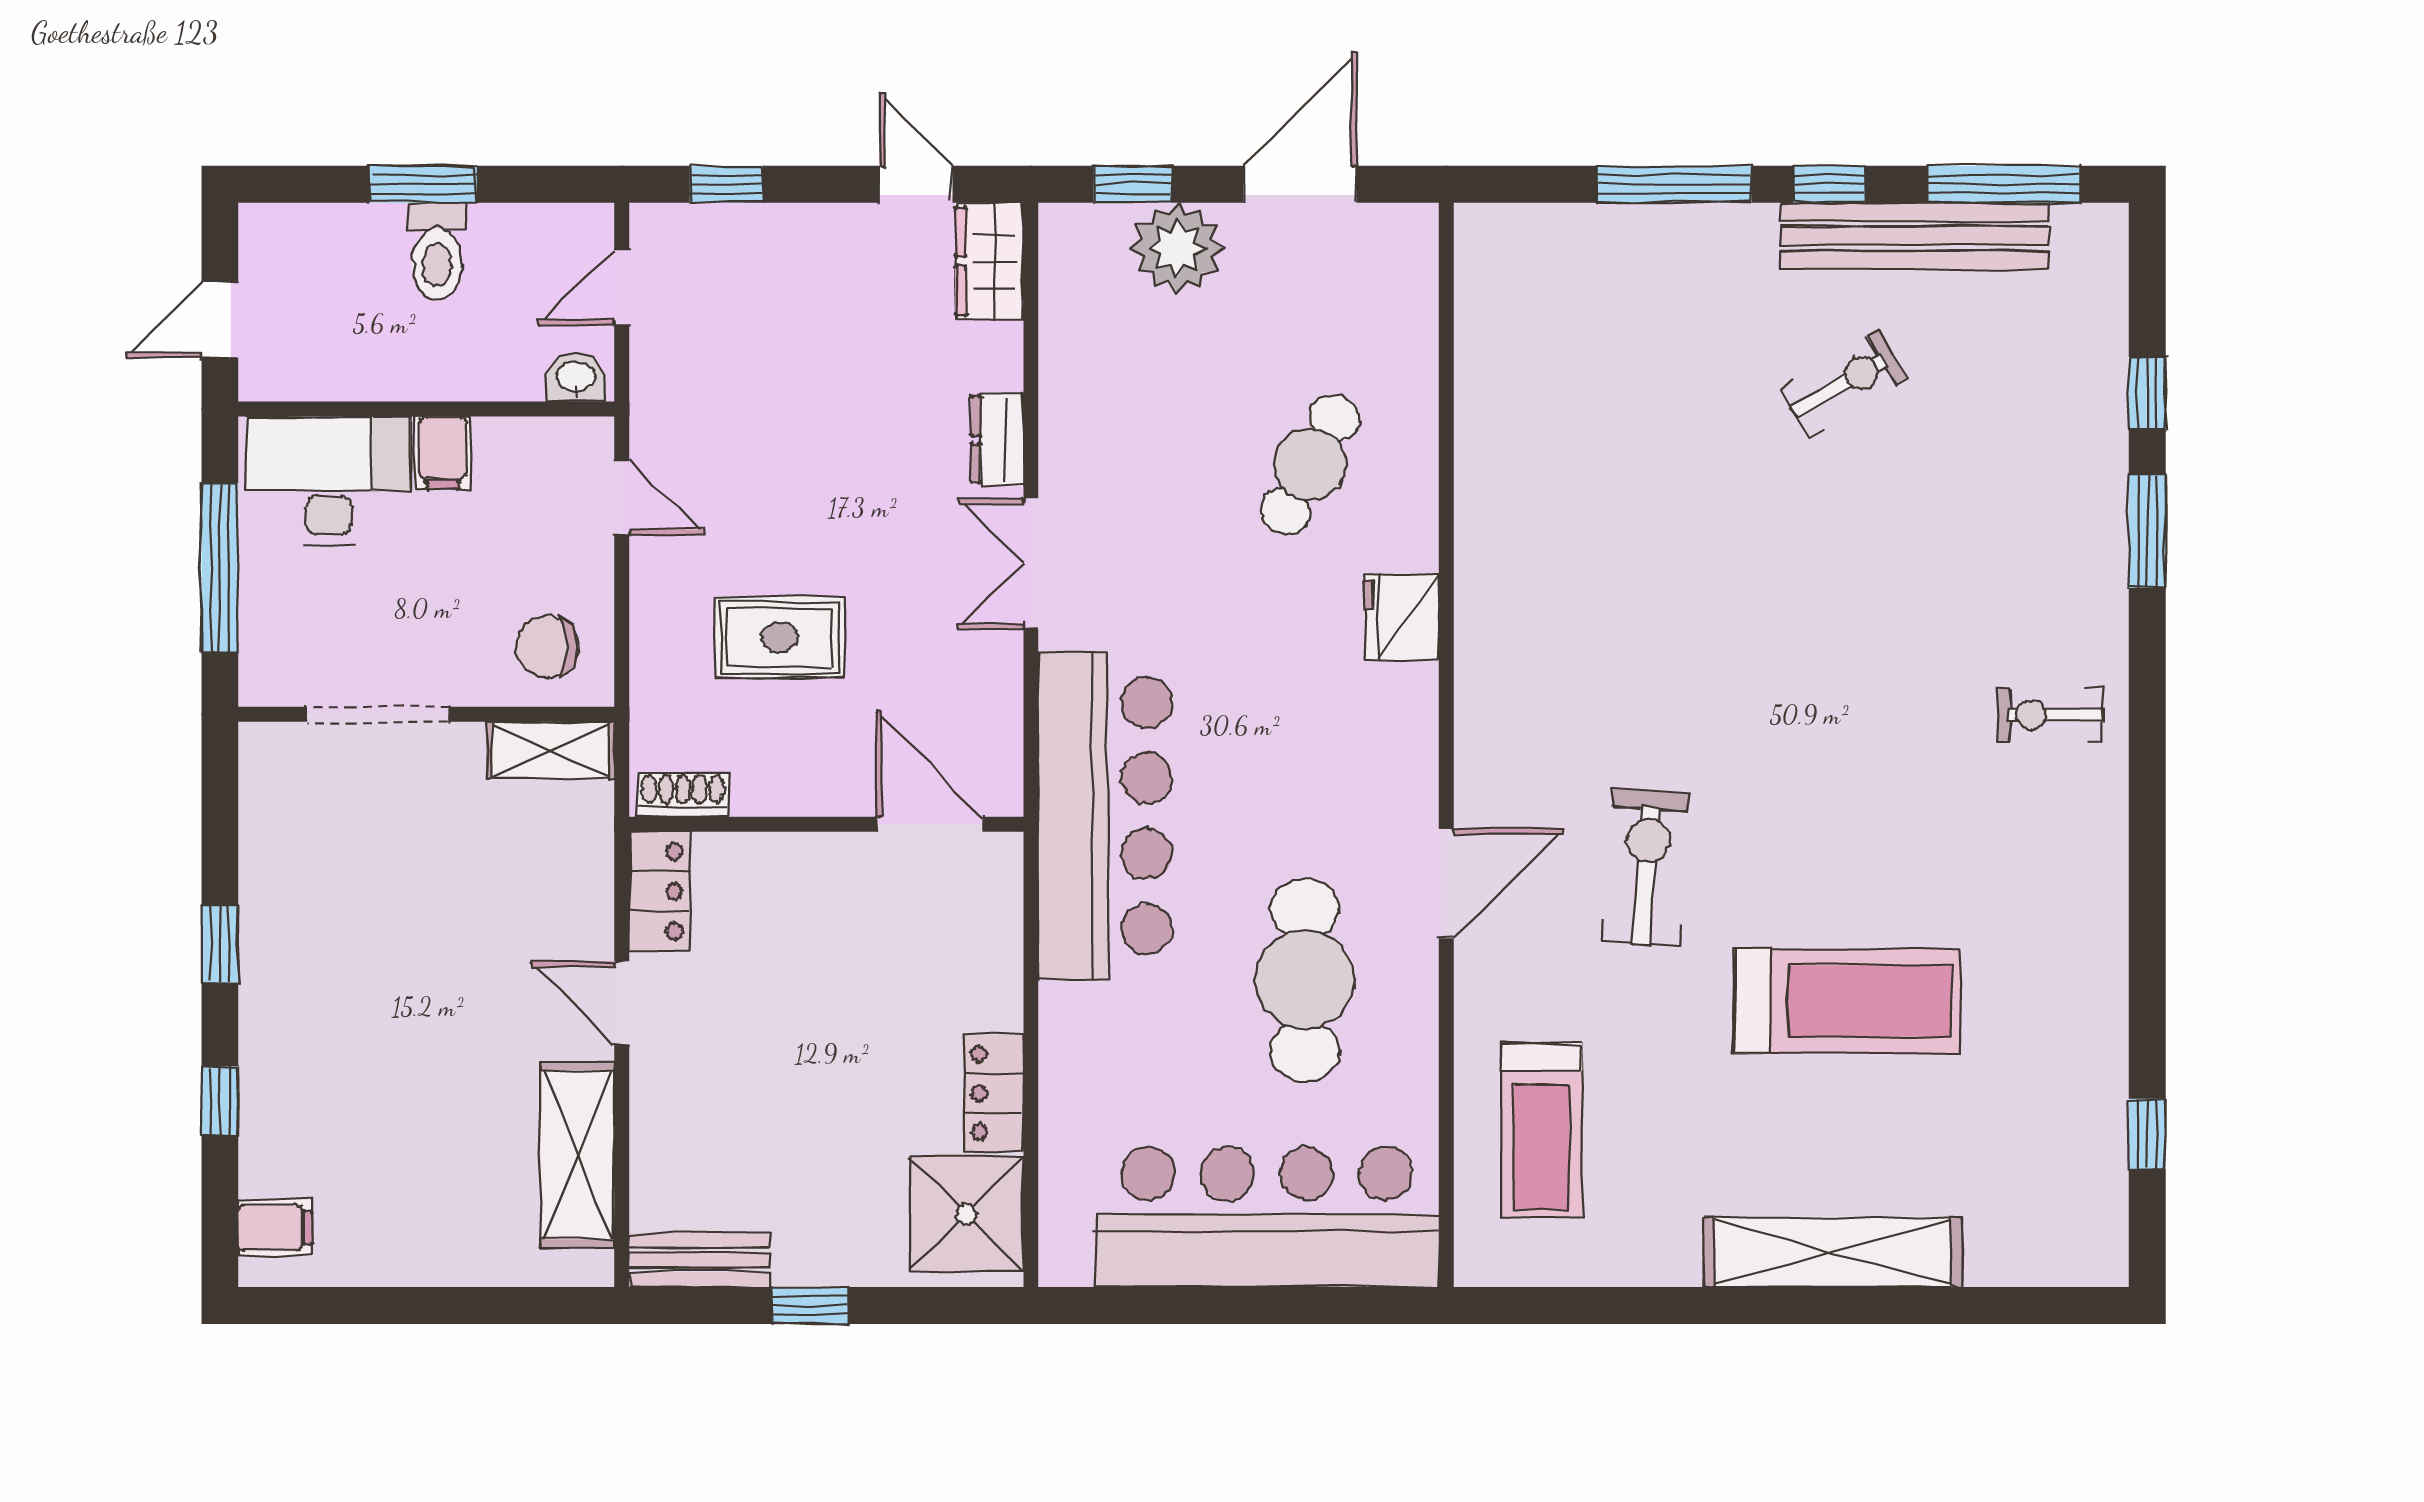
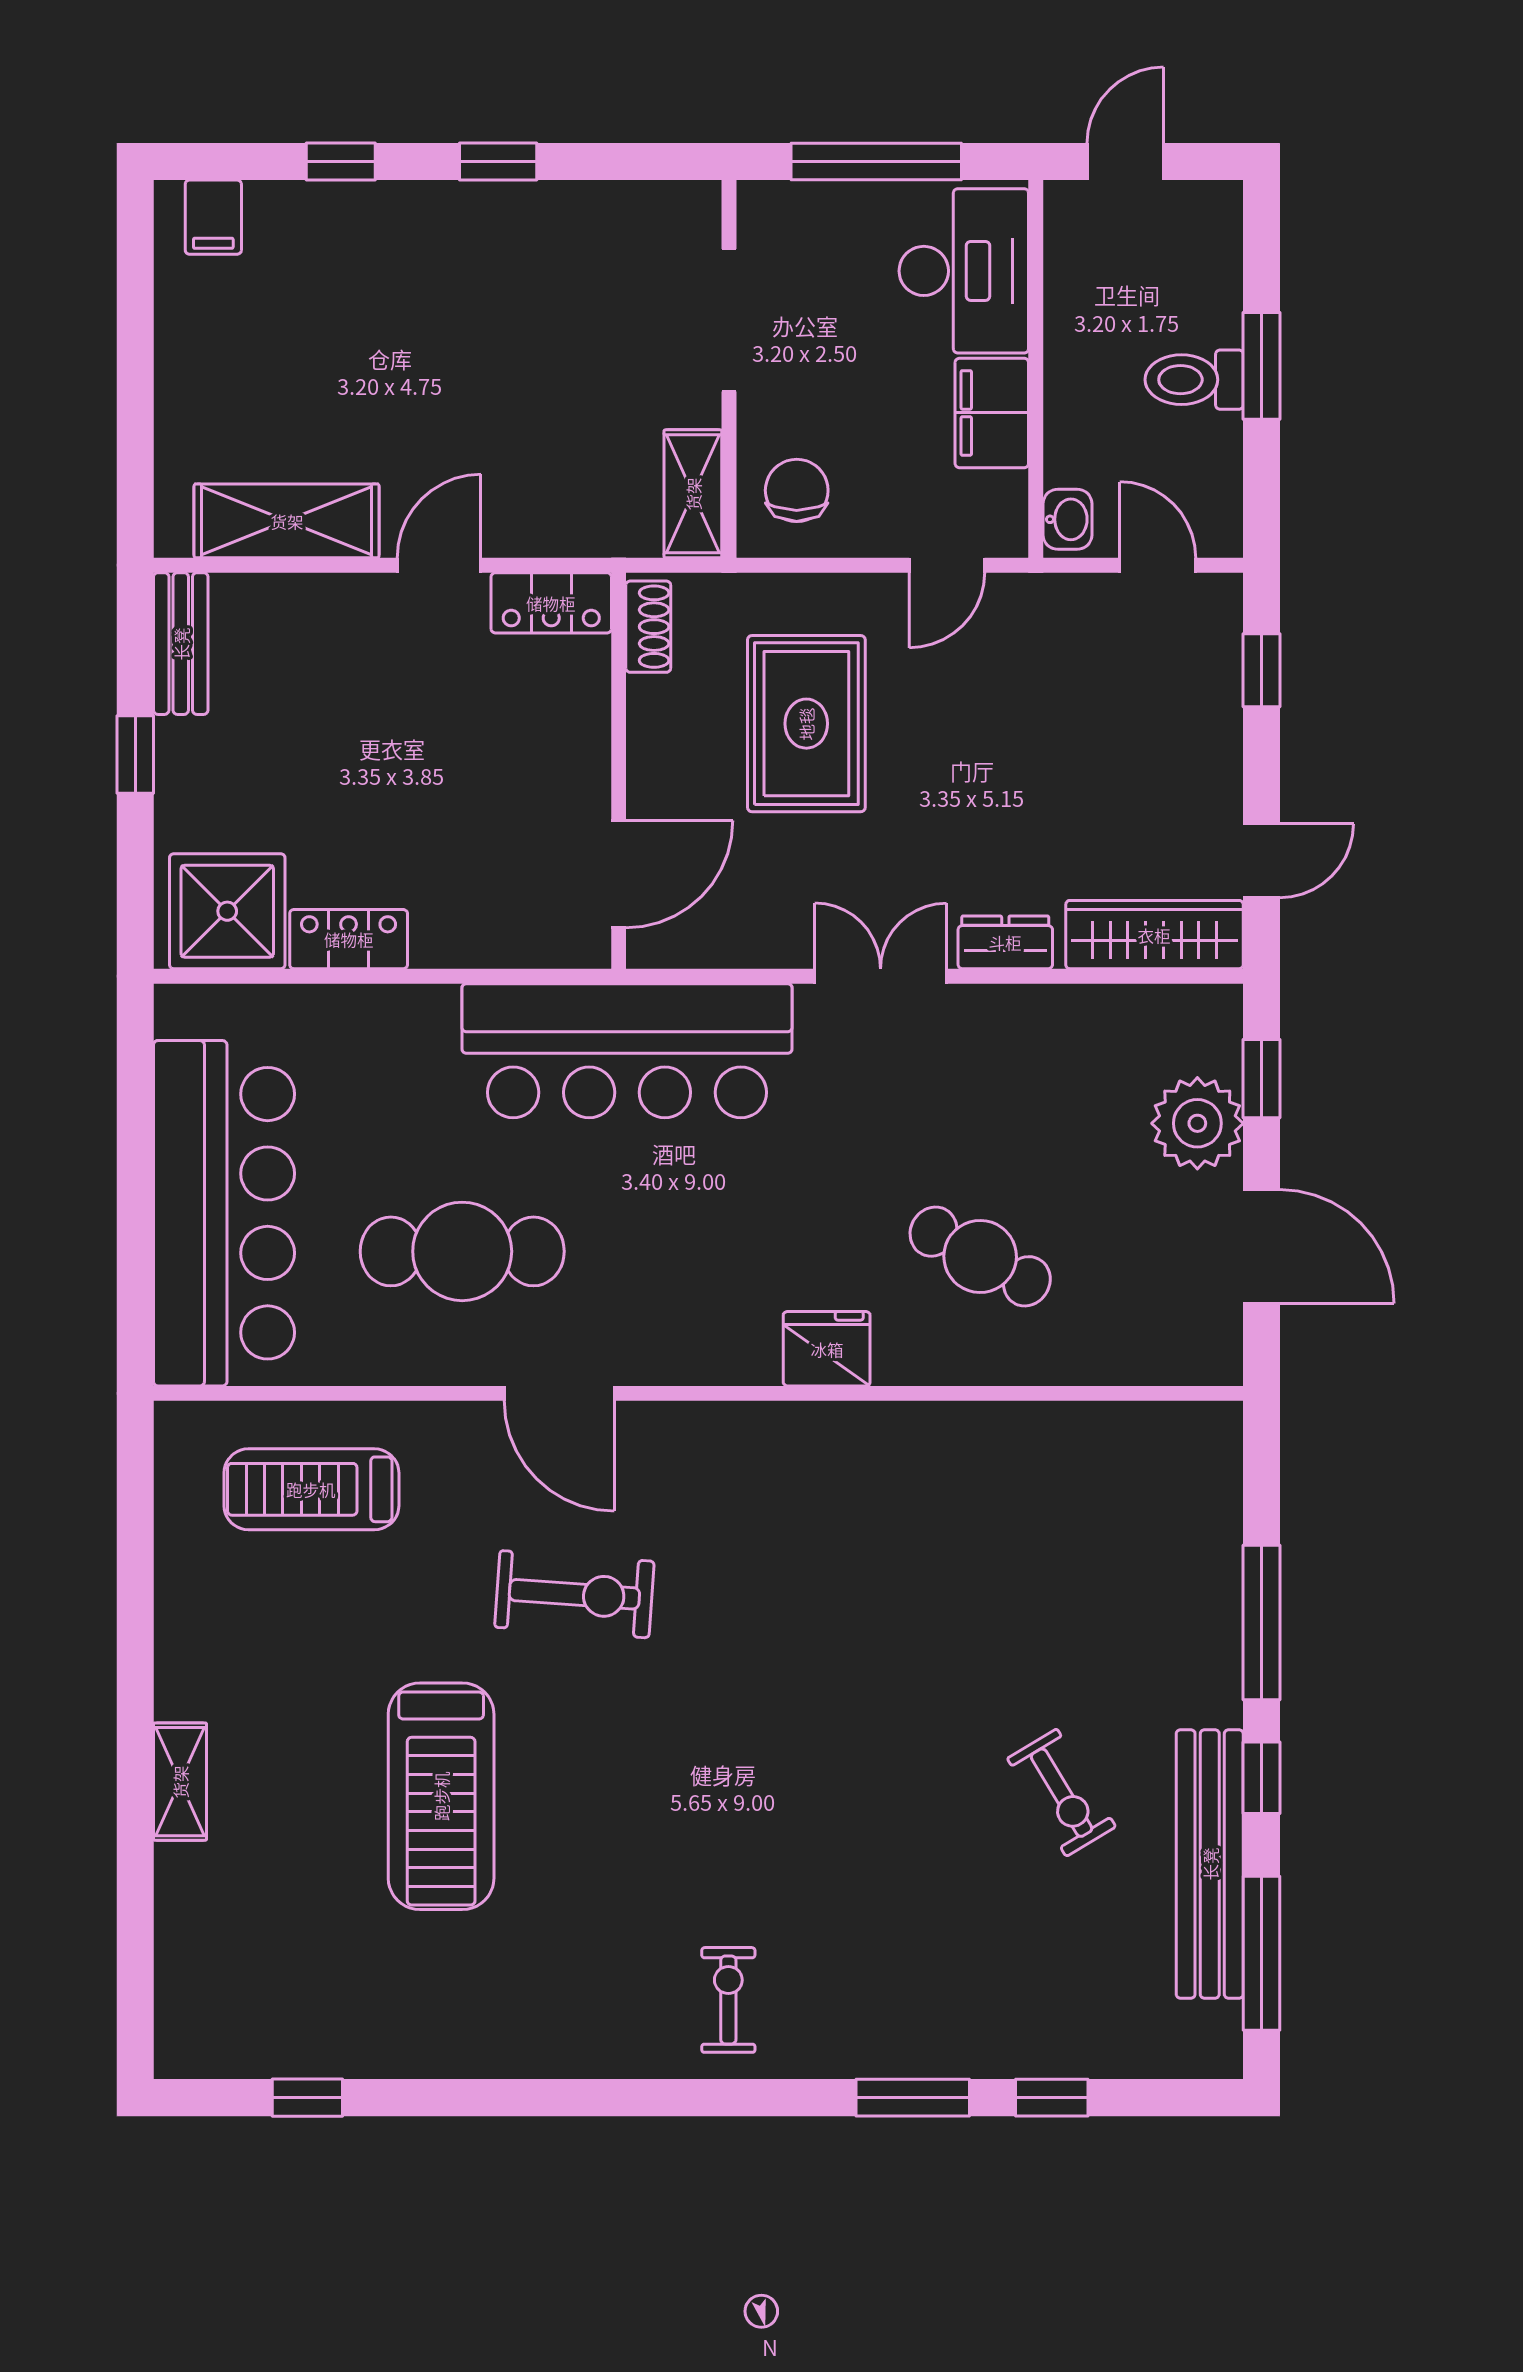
wardrobe: (989, 261) -> (1154, 935), width x1.50
door: (220, 320) -> (1125, 161), hinge flipped
filing cabinet: (443, 453) -> (992, 413), width x2.00
rug: (779, 637) -> (806, 724), width x1.36, depth x1.43
shelving: (1833, 1252) -> (180, 1782), width x0.45, depth x0.75

